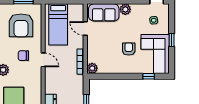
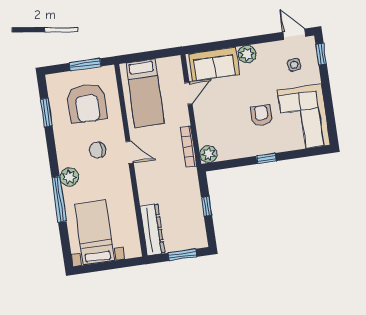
door: (85, 28) -> (188, 93), swing flipped
window: (172, 40) -> (321, 54), moved
window: (149, 76) -> (266, 159), moved

